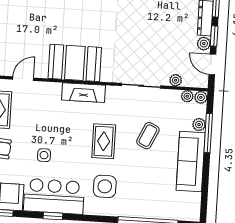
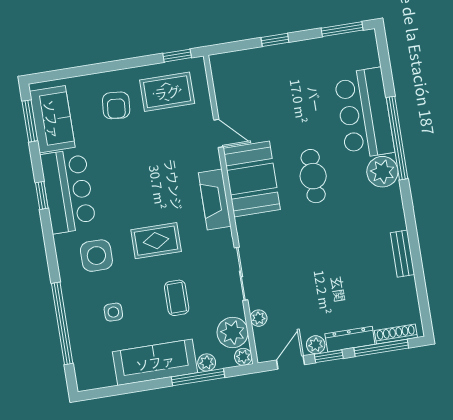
cafe table: (83, 18) -> (313, 176), added
door: (23, 79) -> (218, 133), moved
plant: (187, 96) -> (233, 332), width x1.88, depth x1.88
coffee table: (148, 136) -> (177, 298), turned 65
side table: (44, 155) -> (113, 312), moved

